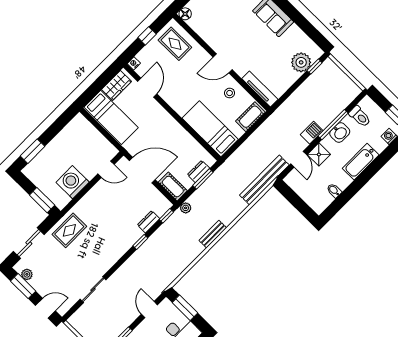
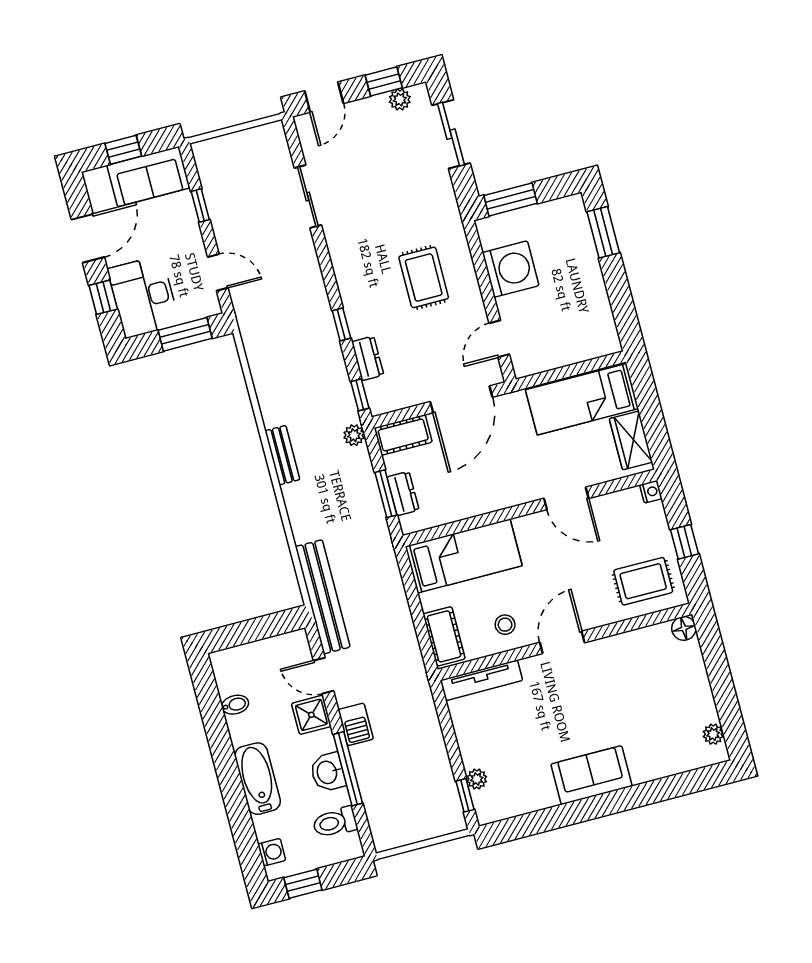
plant: (301, 62) -> (477, 779), width x0.53, depth x0.53
door: (147, 88) -> (566, 498), moved
rug: (69, 230) -> (424, 277), moved
window: (23, 286) -> (384, 81), width x0.67

